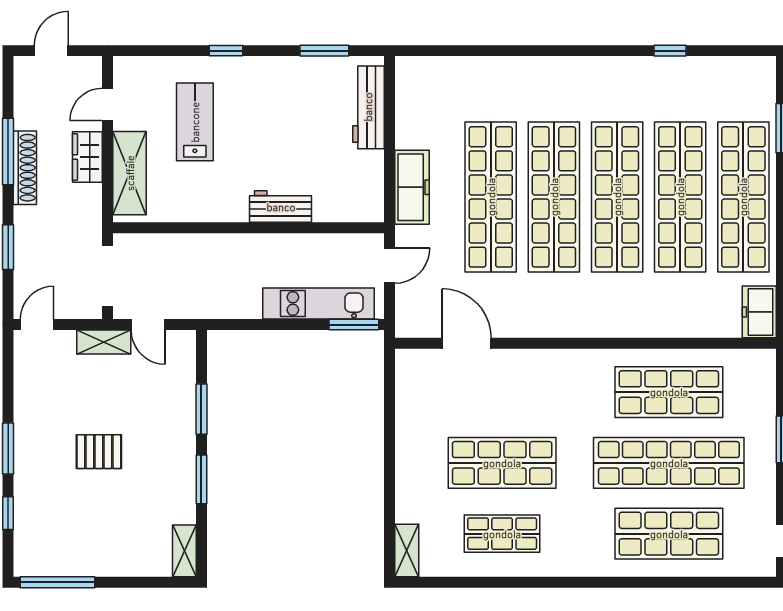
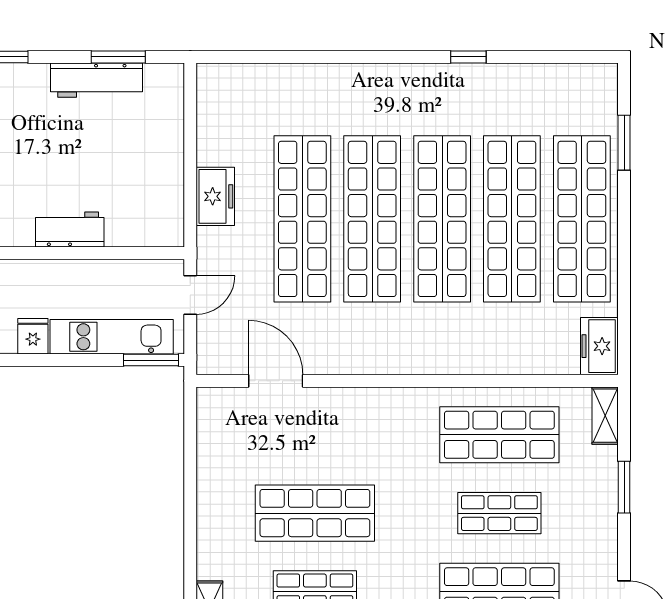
window: (670, 51) -> (468, 57), moved
workbench: (368, 107) -> (97, 80), moved, turned -90
freezer: (412, 187) -> (215, 196), width x0.71
fridge: (247, 303) -> (33, 336), added
shelving: (764, 375) -> (605, 416), added
shop shelf: (669, 463) -> (499, 513), width x0.50, depth x0.74

